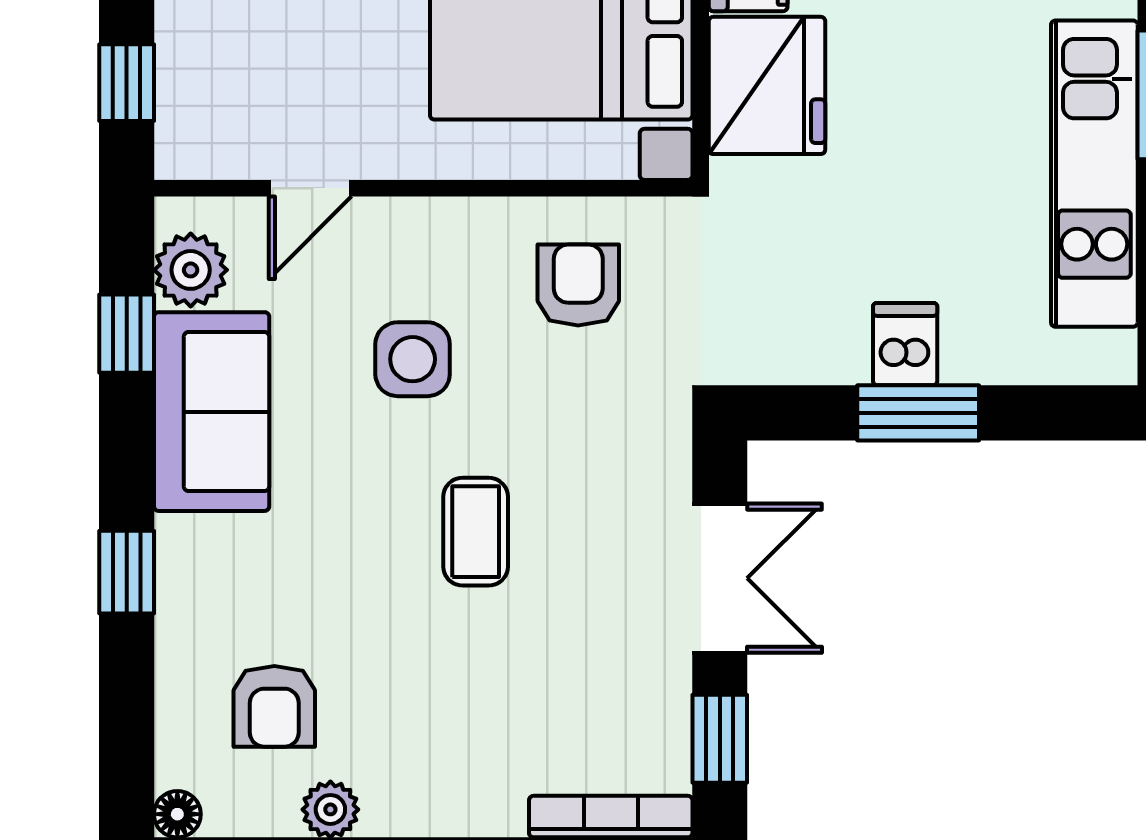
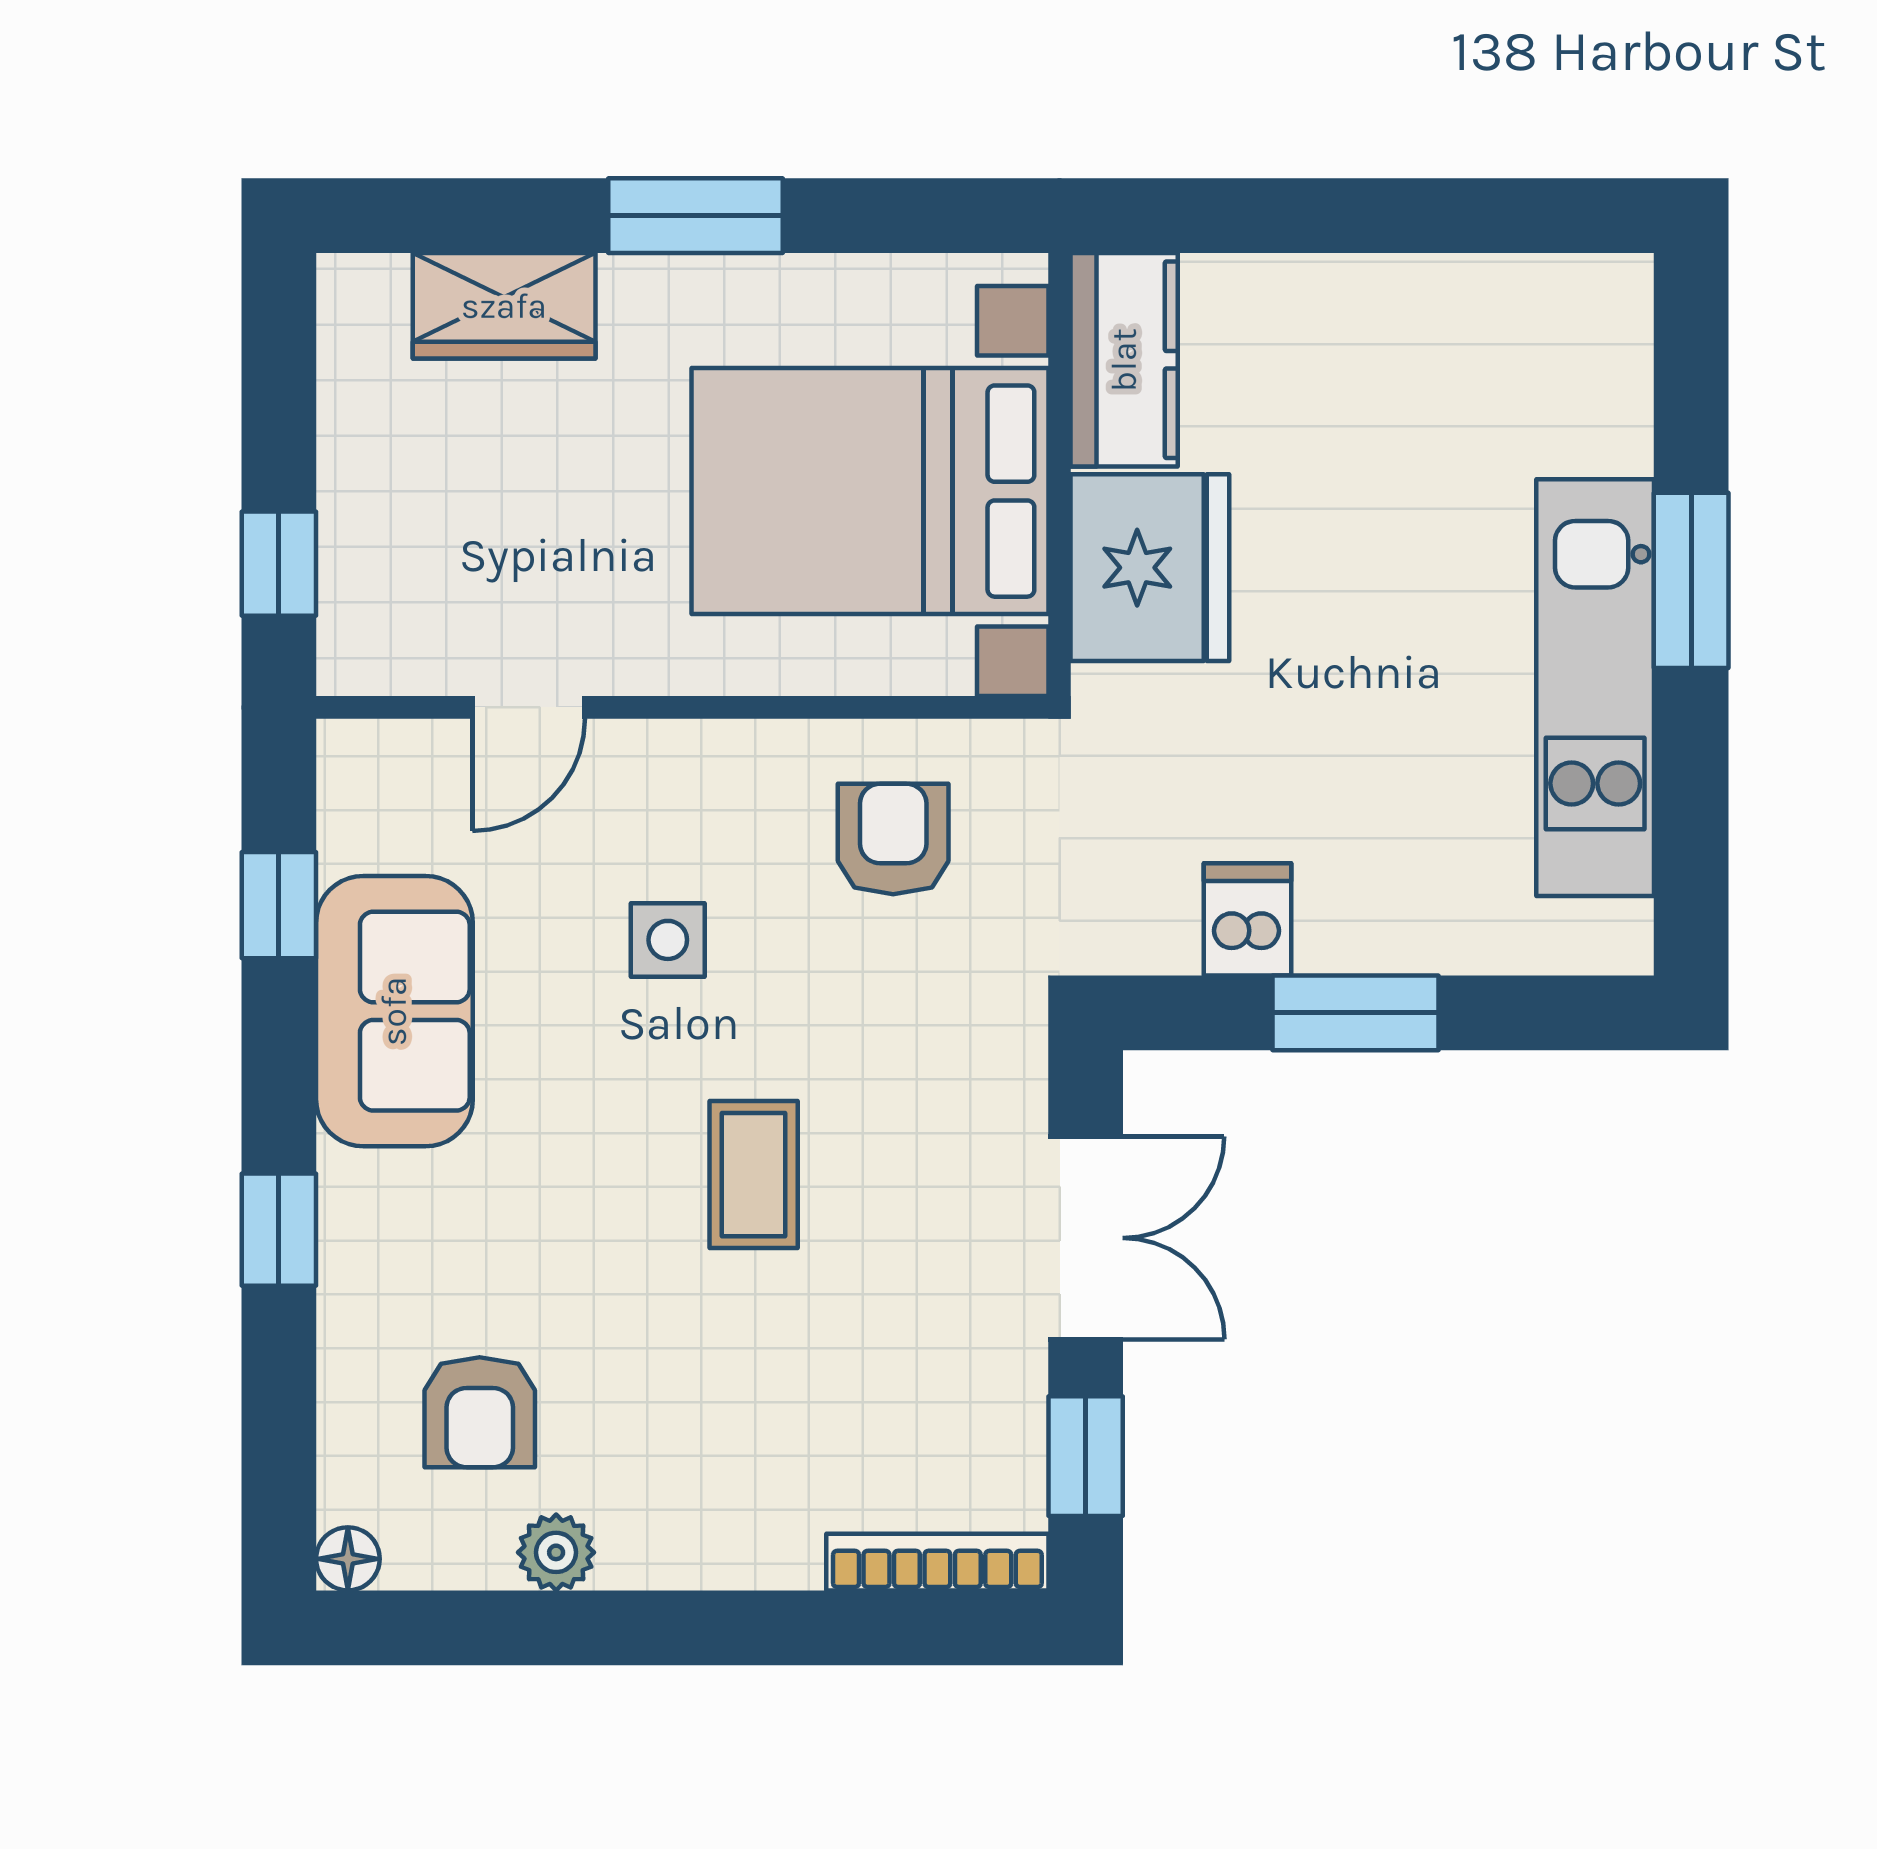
plant: (191, 270) -> (366, 819), removed
dishwasher: (905, 344) -> (1247, 919), moved
side table: (413, 359) -> (668, 940), width x0.73, depth x0.73

